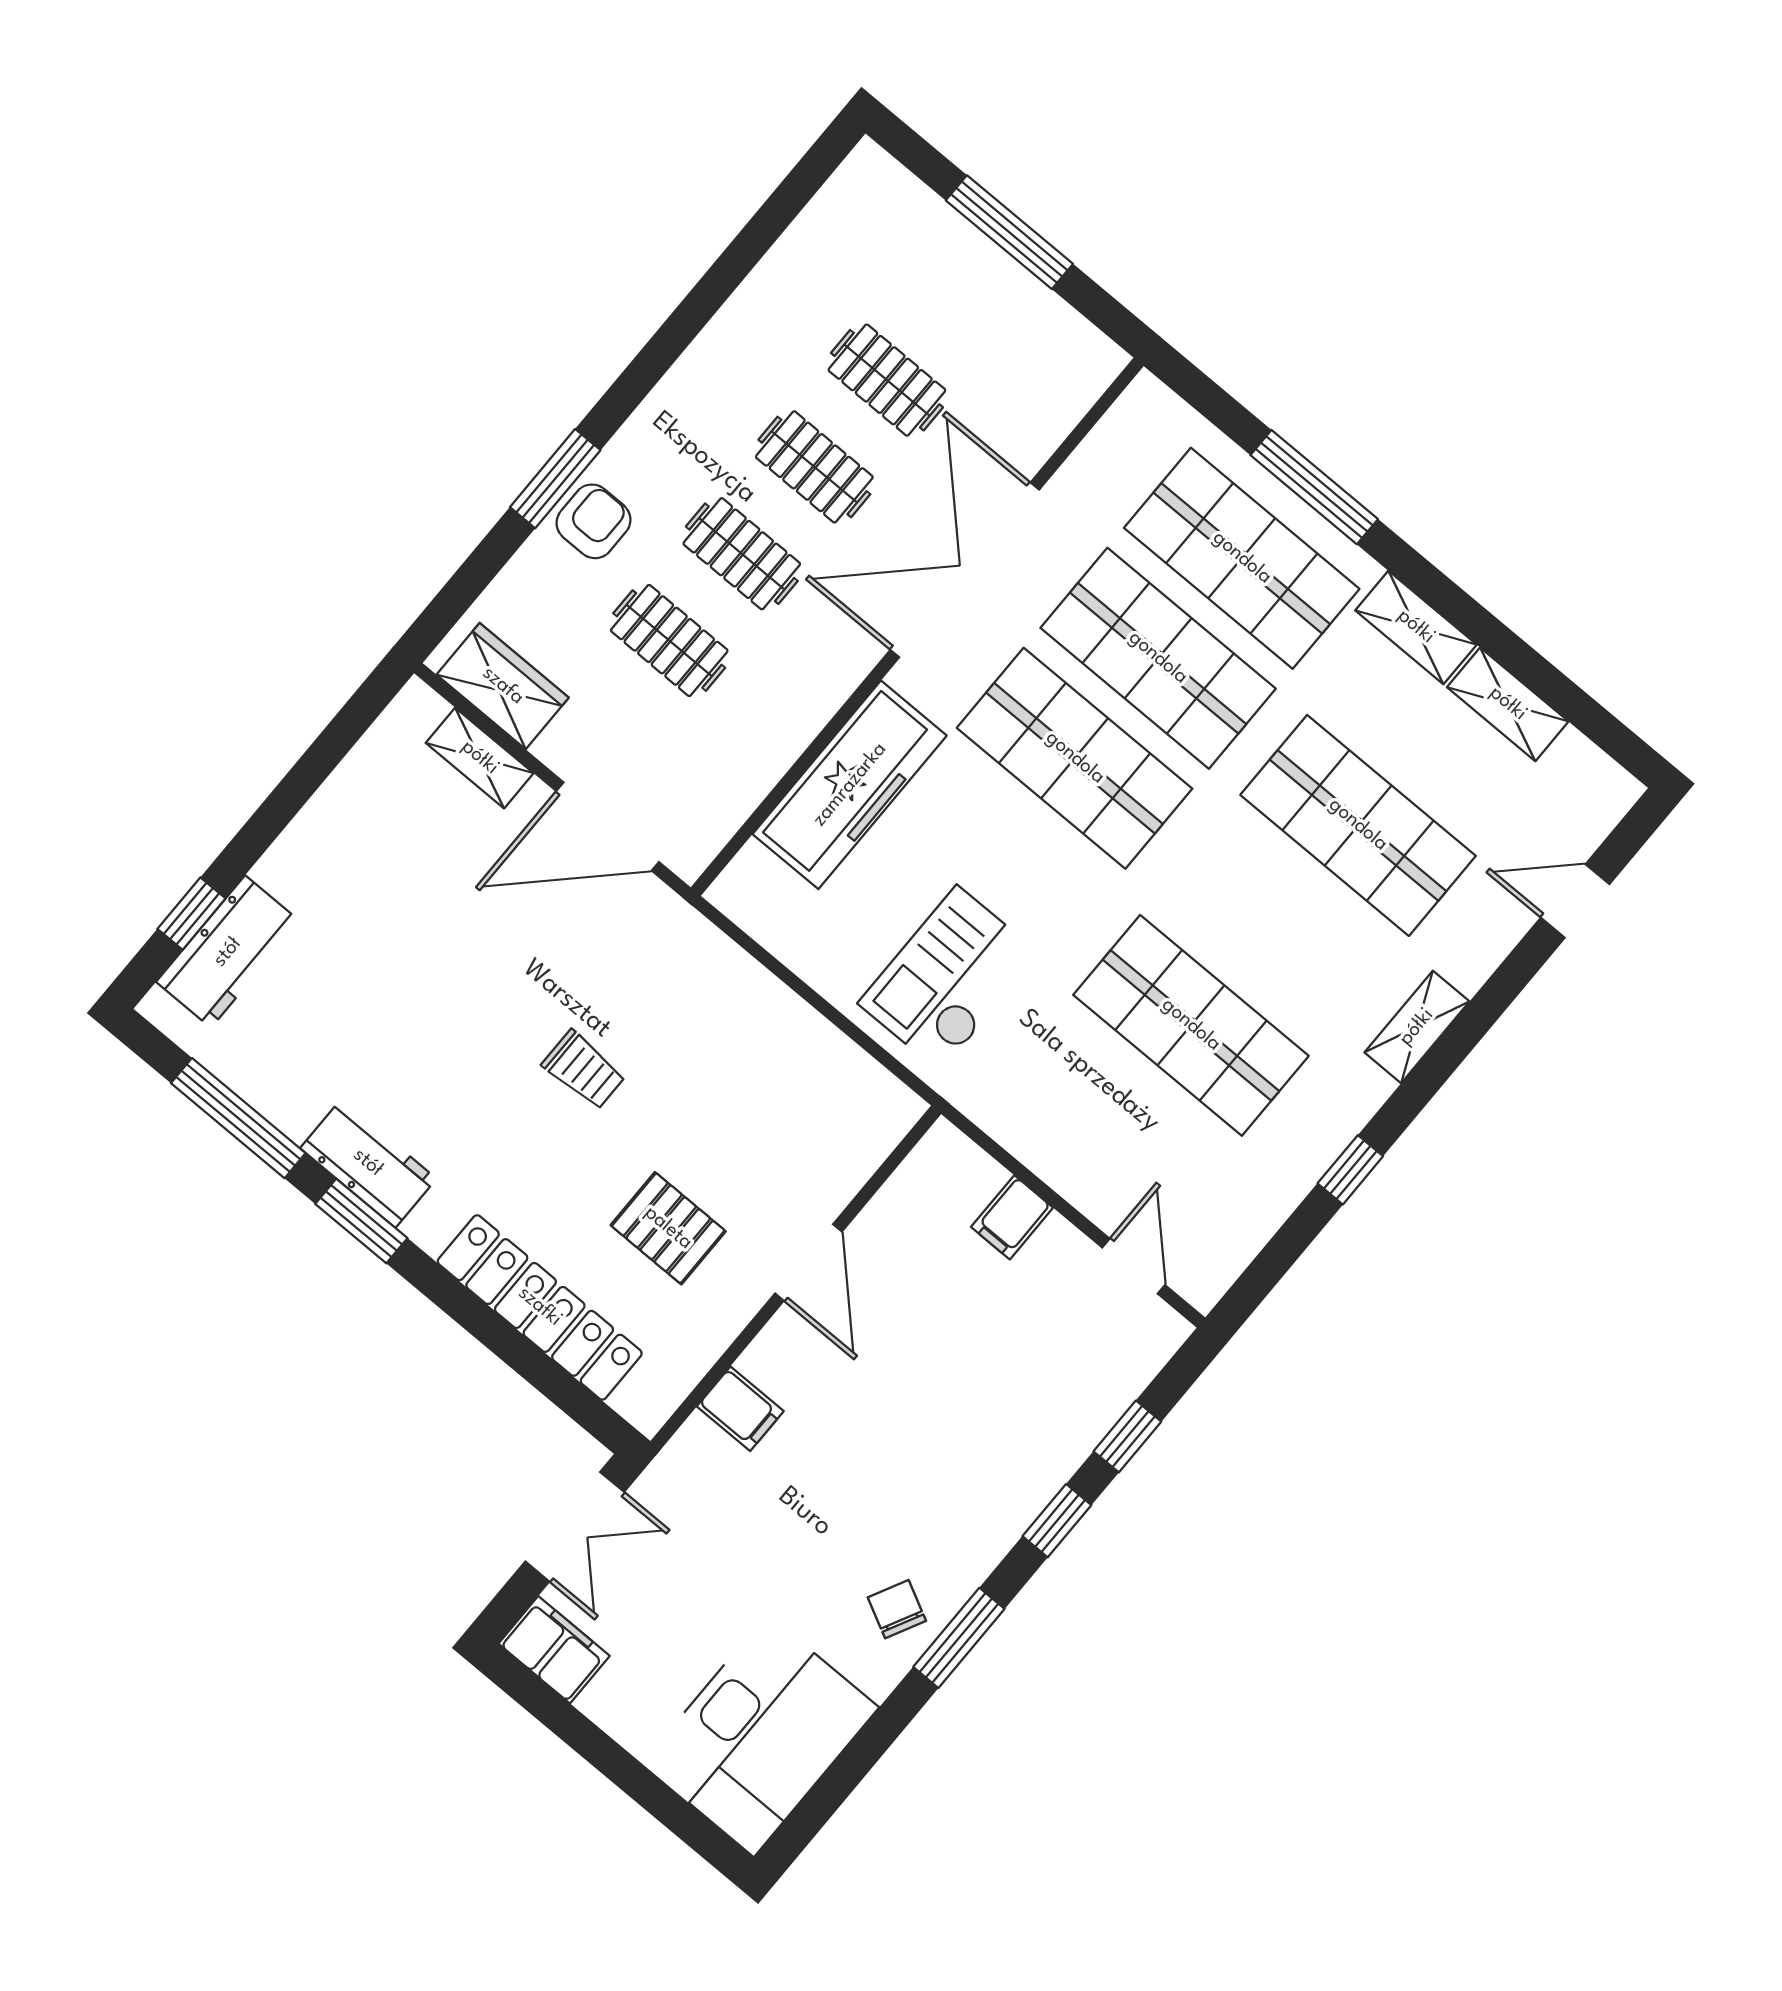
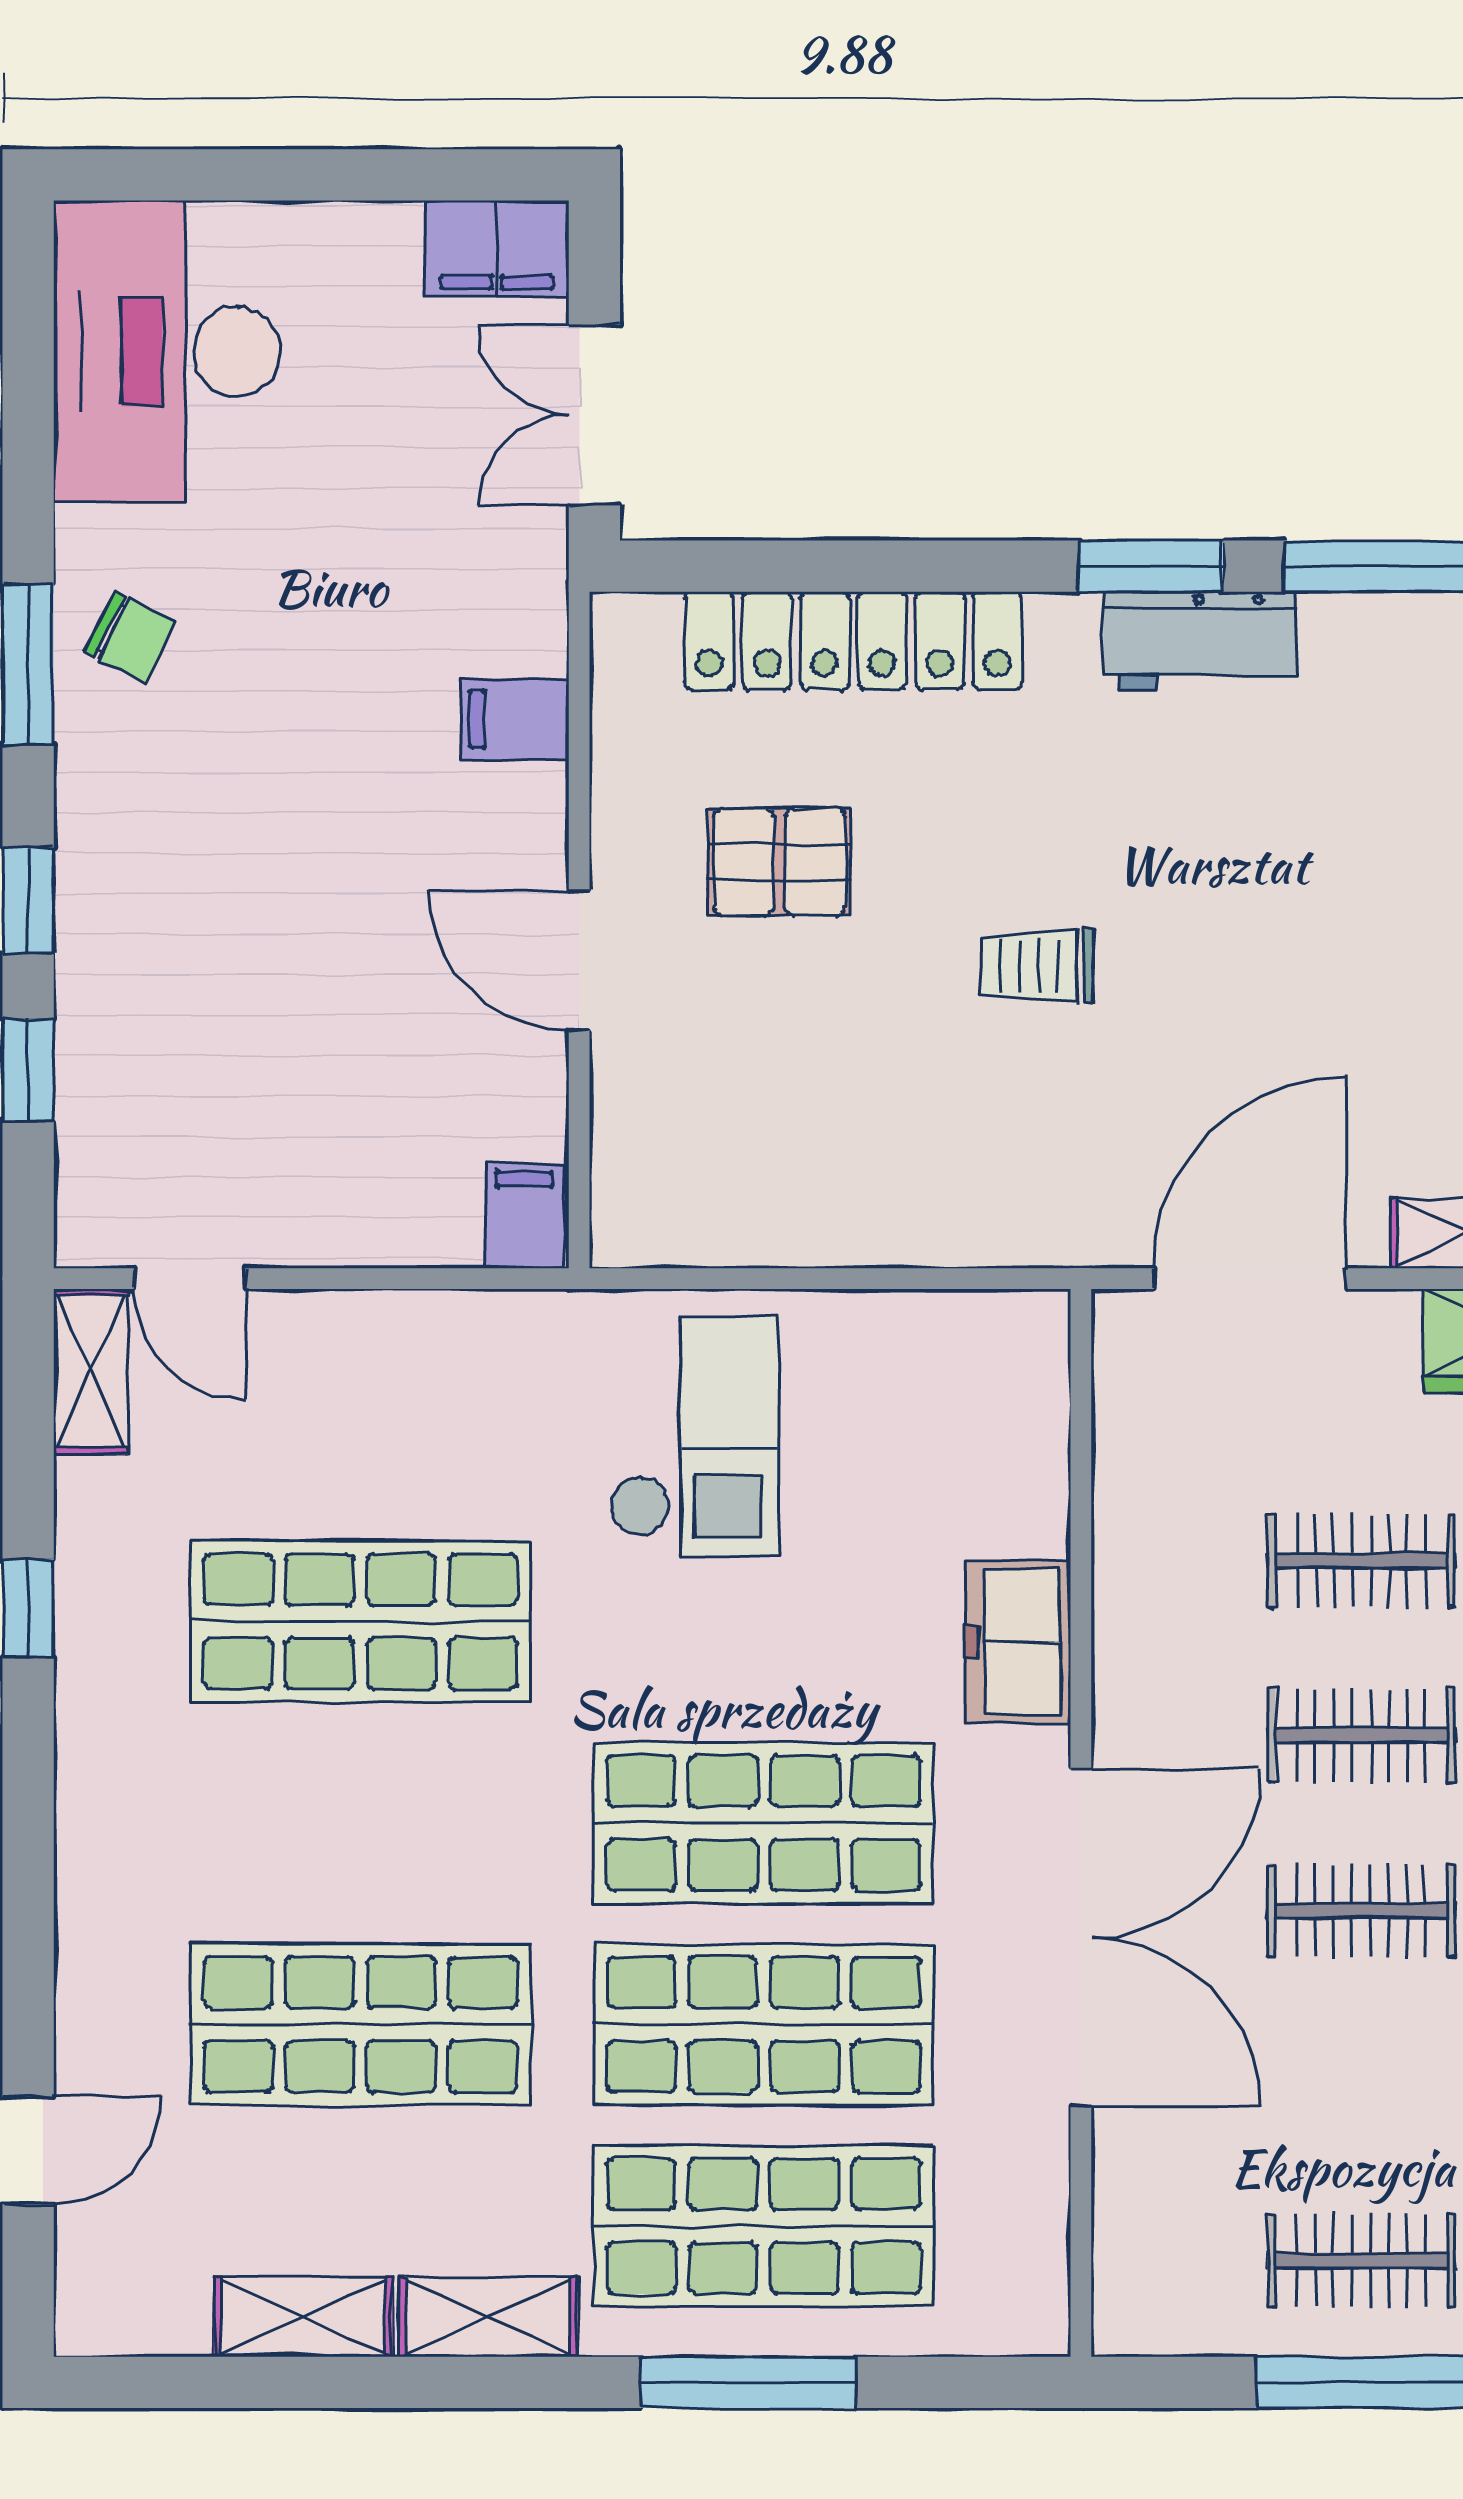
clothes rail: (887, 380) -> (1361, 2260), moved
freezer: (850, 785) -> (1018, 1642), width x0.52, depth x0.79
shelving: (1417, 1027) -> (91, 1371), moved
filing cabinet: (1012, 1217) -> (524, 1216), moved

